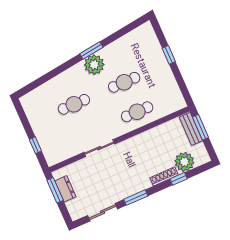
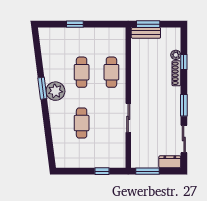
plant: (184, 162) -> (176, 55), width x0.53, depth x0.53
dresser: (65, 189) -> (170, 162), moved

